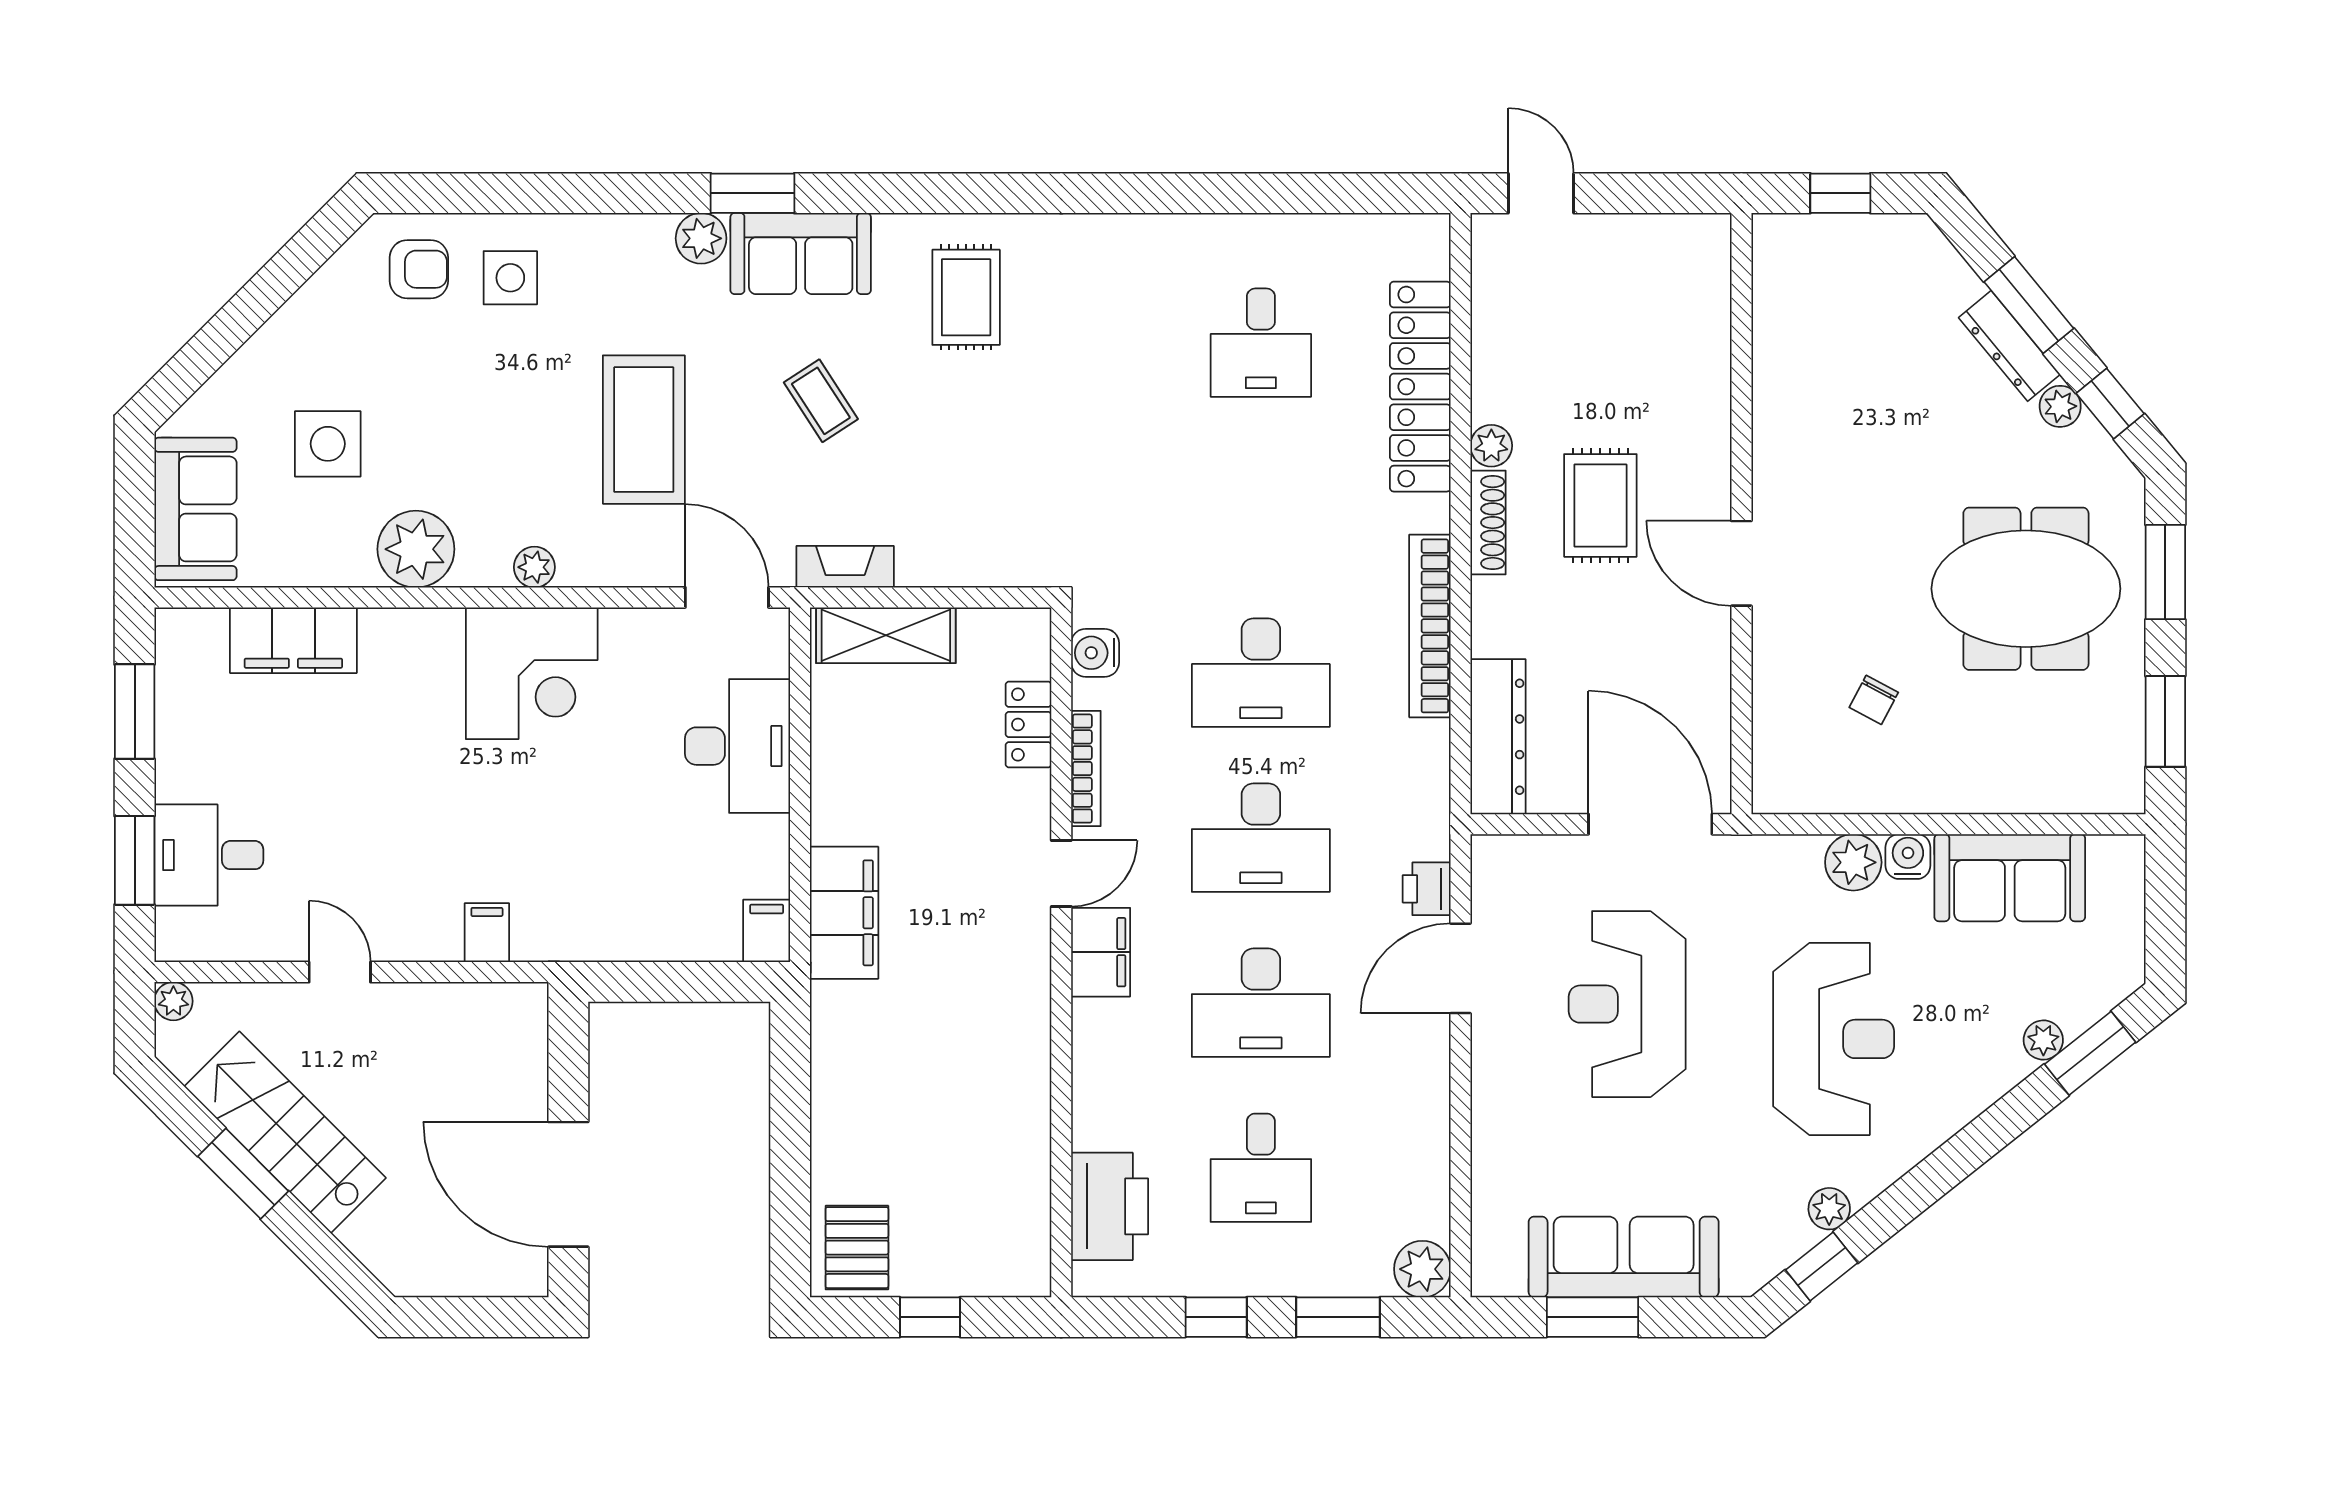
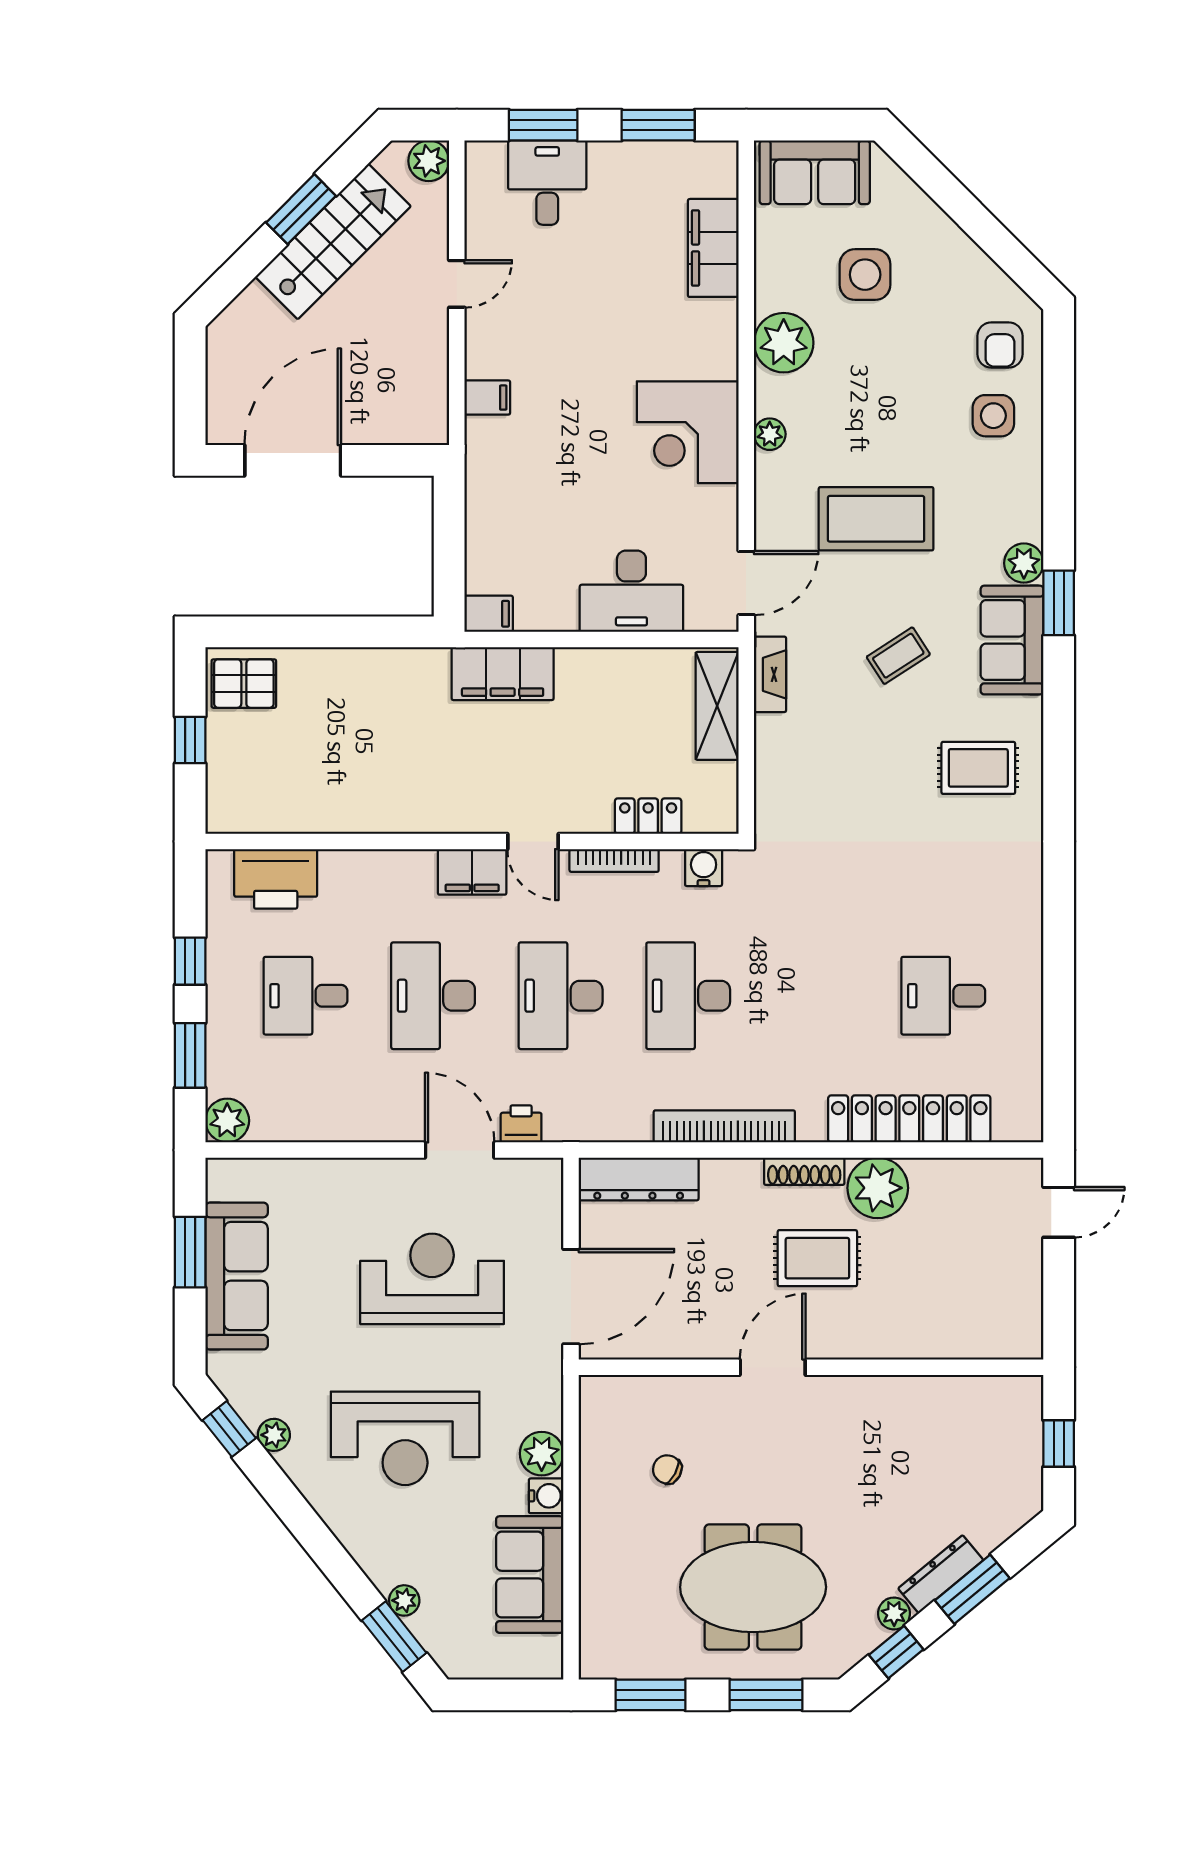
plant: (1491, 446) -> (878, 1188), width x1.87, depth x1.87
meeting table: (2026, 589) -> (753, 1587), turned 90
plant: (173, 1001) -> (429, 161), width x1.38, depth x1.38

